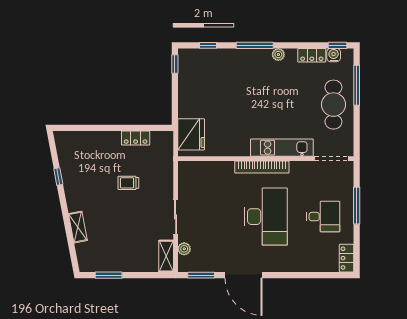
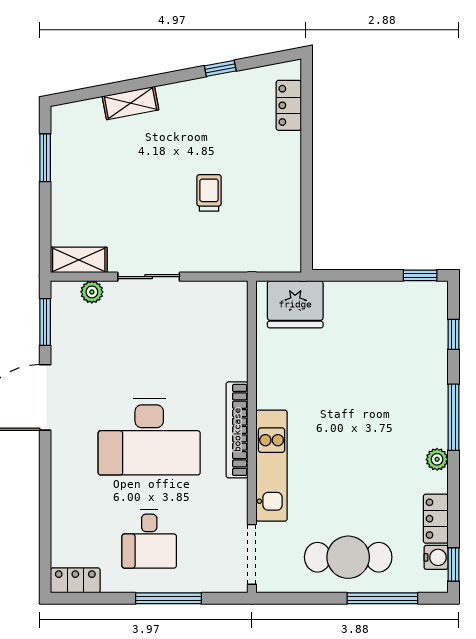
locker: (136, 138) -> (289, 105), moved

